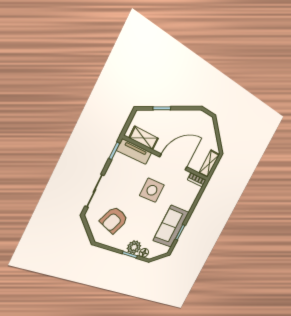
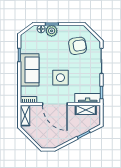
door: (174, 162) -> (55, 104), hinge flipped
armchair: (114, 220) -> (78, 46), turned 58
sofa: (171, 226) -> (30, 70), moved

